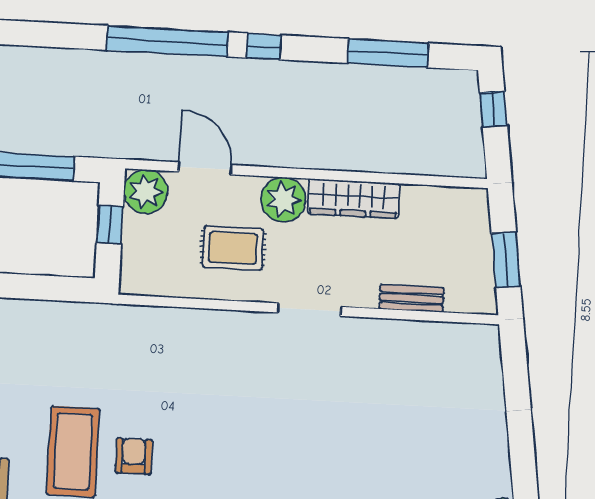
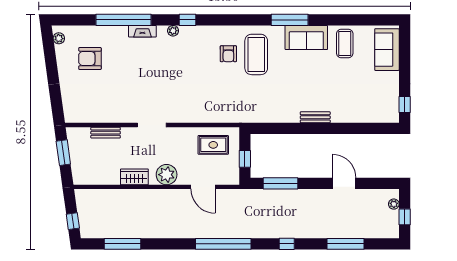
window: (264, 46) -> (287, 244), moved
plant: (146, 192) -> (229, 175), removed
wardrobe: (354, 198) -> (134, 177), width x0.67
rug: (233, 248) -> (213, 145), moved
armchair: (437, 462) -> (90, 58), added

